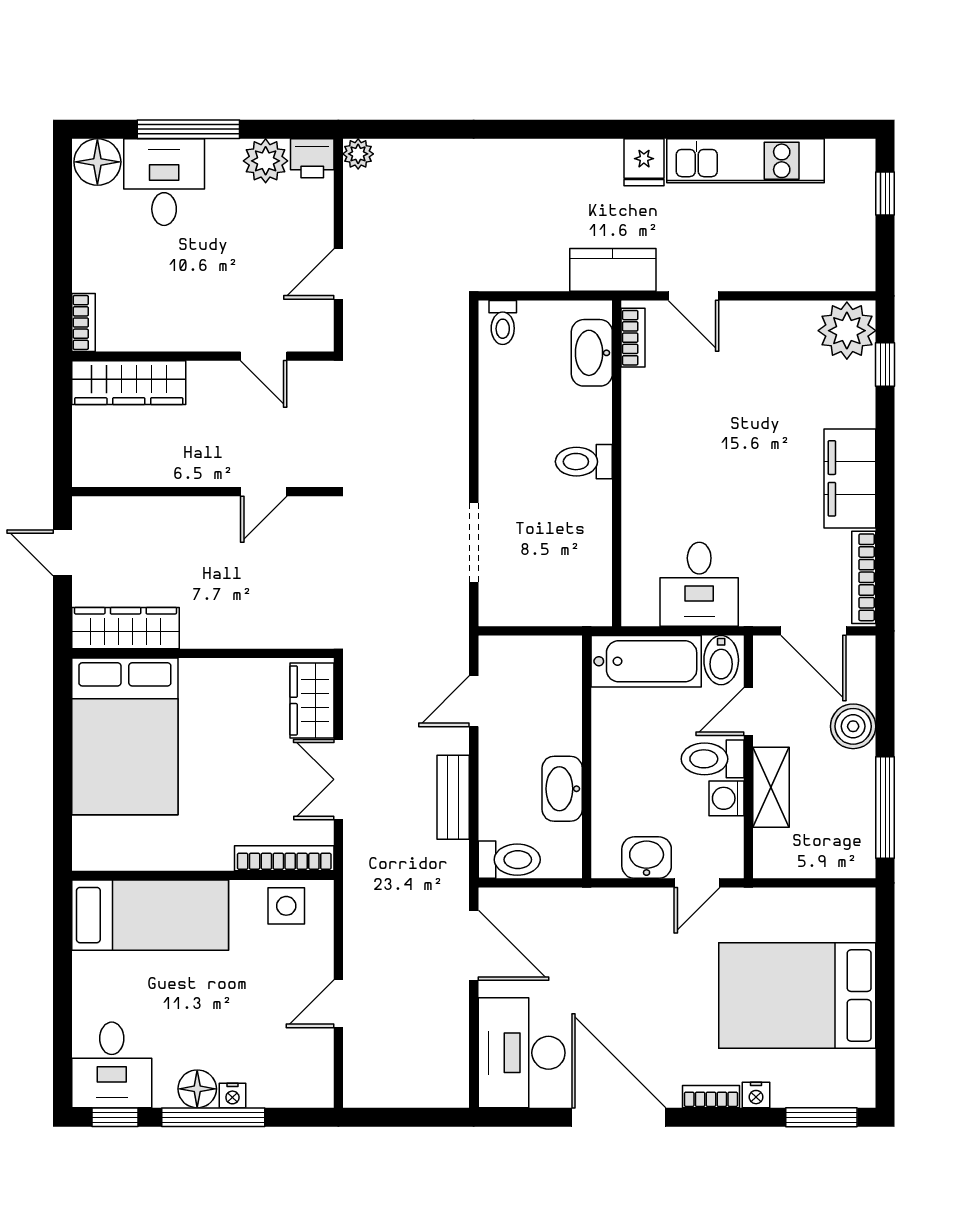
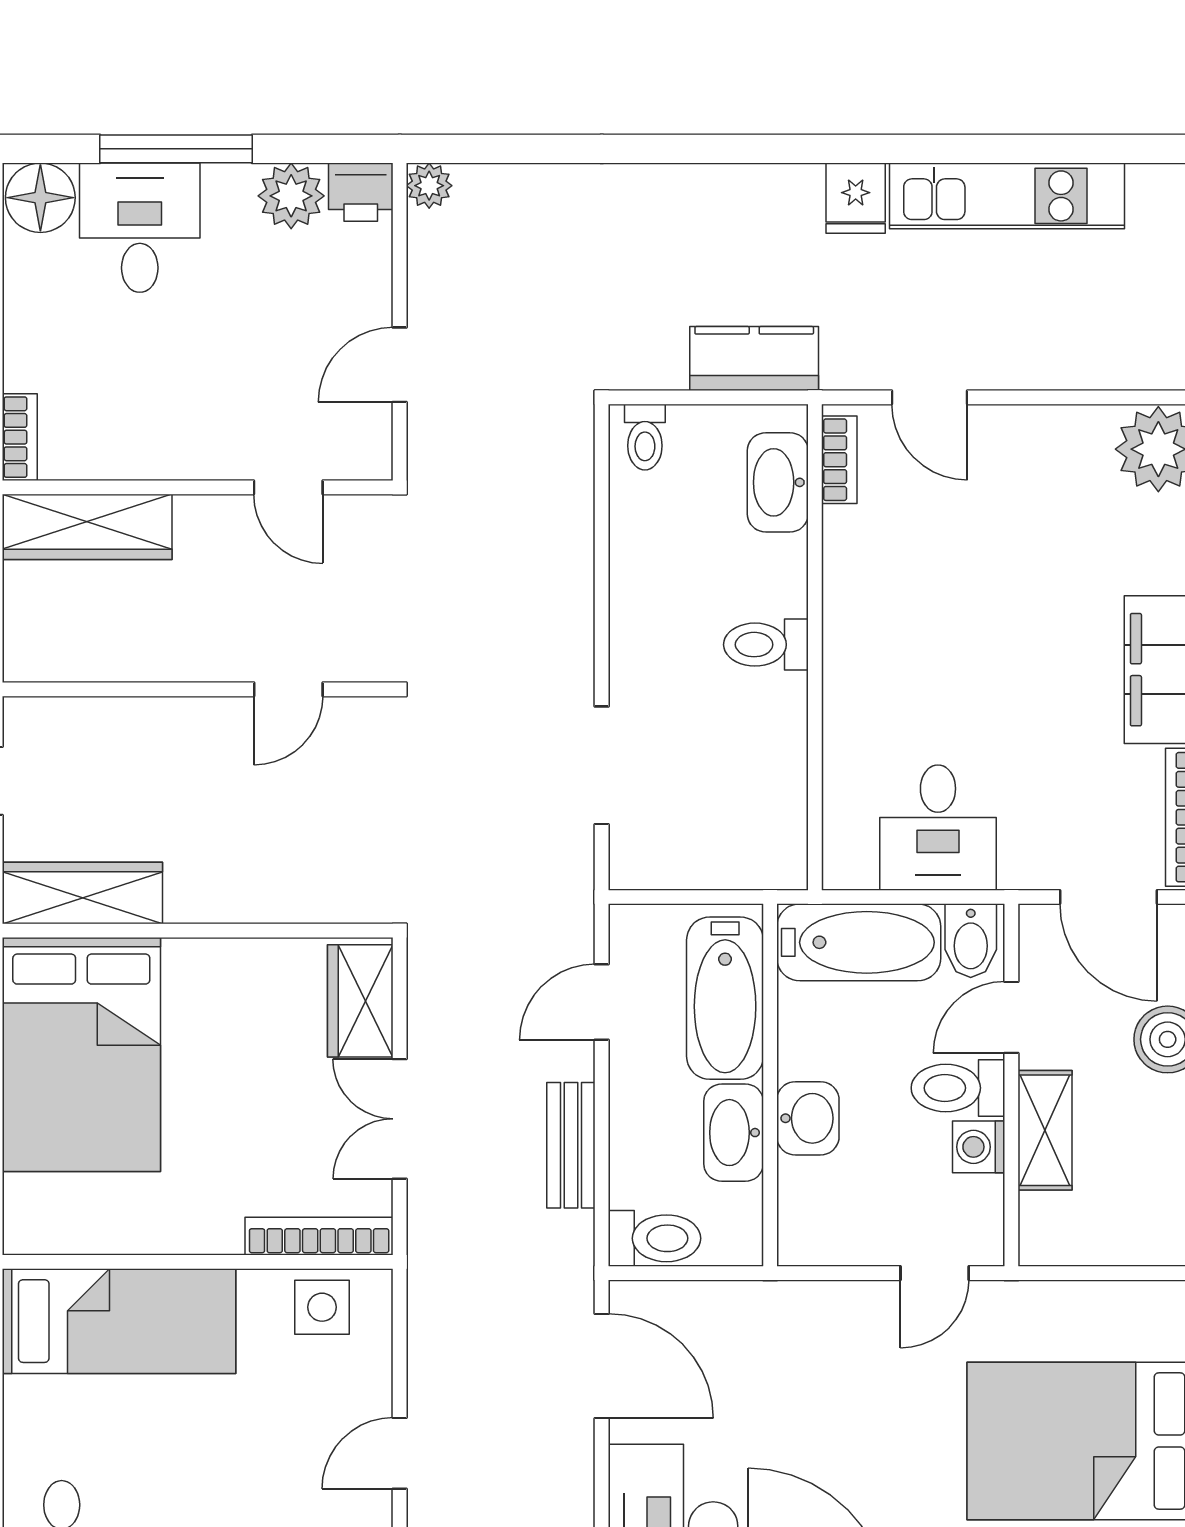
kitchen counter: (613, 270) -> (754, 359), moved
bathtub: (556, 699) -> (725, 998), added
washbasin: (647, 858) -> (808, 1118), moved, turned 90

